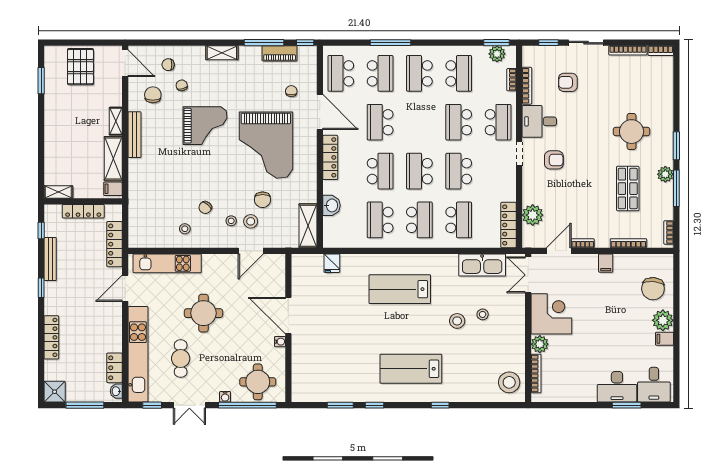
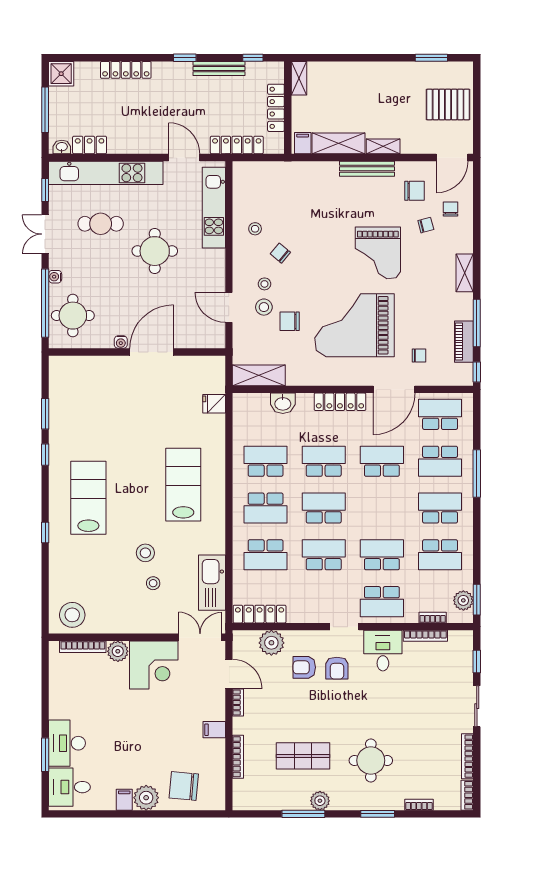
armchair: (568, 82) -> (304, 667), moved, turned -90
window: (676, 146) -> (378, 814), moved
school desk: (380, 171) -> (324, 461), turned 180
bookcase: (669, 232) -> (419, 805), moved

